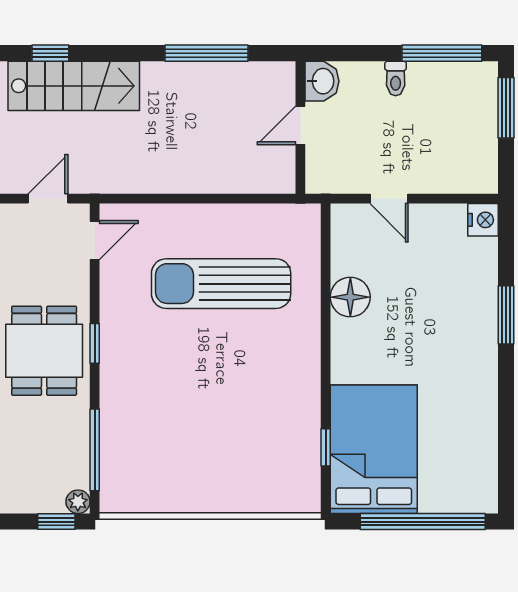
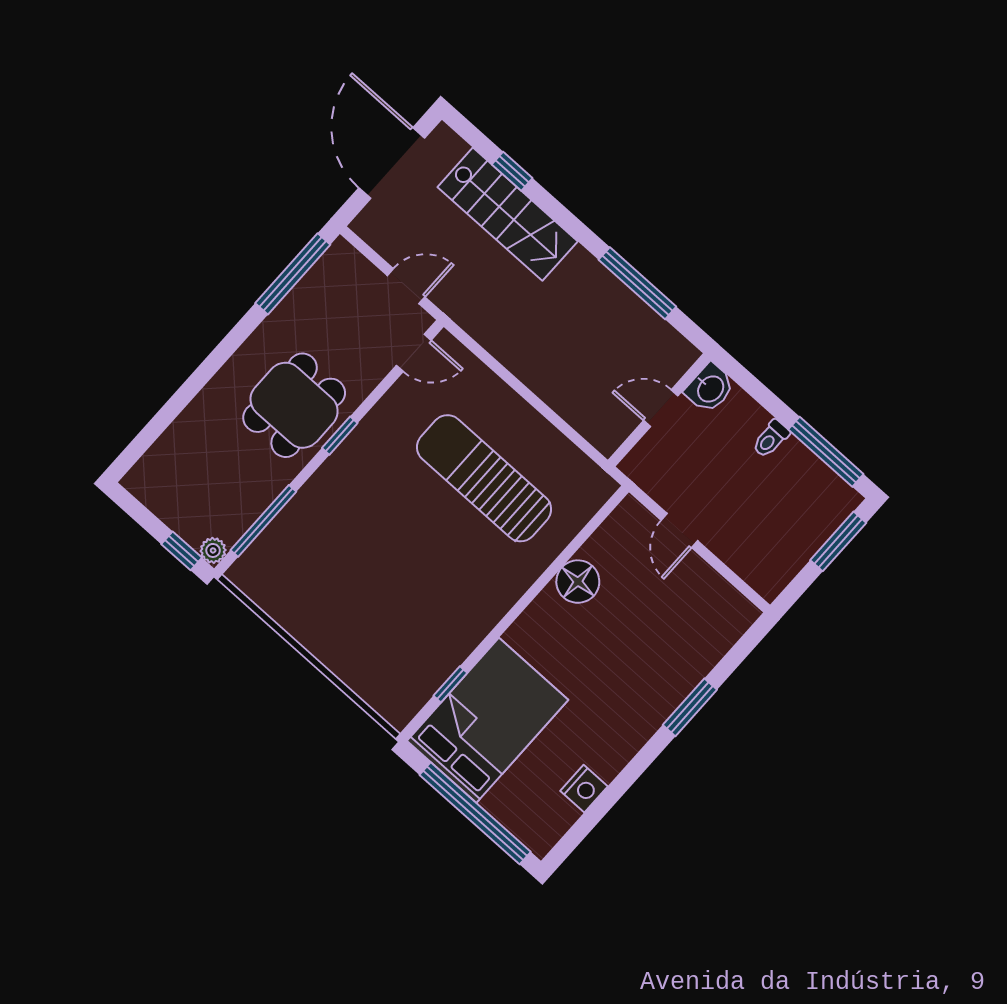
nightstand: (483, 220) -> (584, 789), moved

